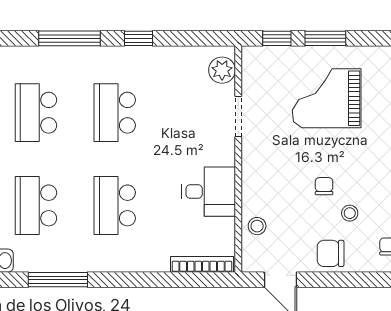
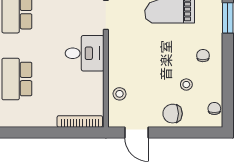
chair: (324, 186) -> (203, 56), moved
desk: (209, 192) -> (85, 53), moved

